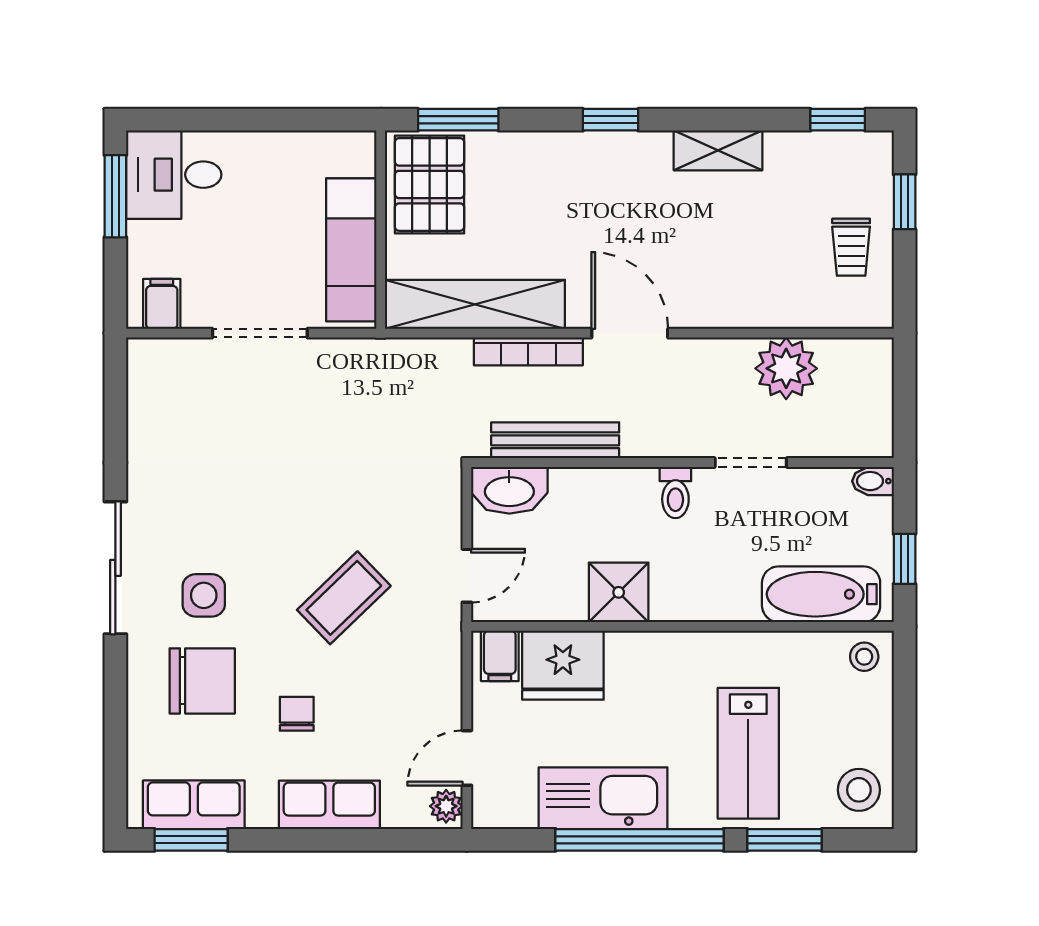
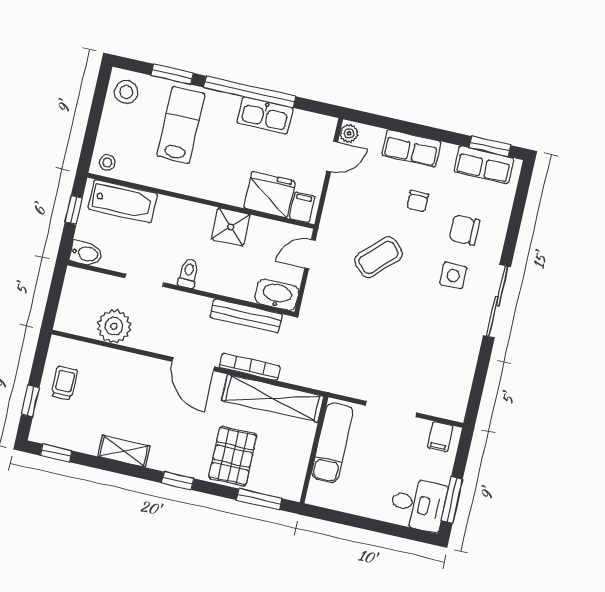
pallet: (430, 184) -> (233, 456), moved
bidet: (873, 481) -> (86, 253), width x1.38, depth x1.36
chair: (202, 681) -> (464, 230), width x0.73, depth x0.73
kitchen sink: (603, 798) -> (265, 115), width x0.73, depth x0.81

